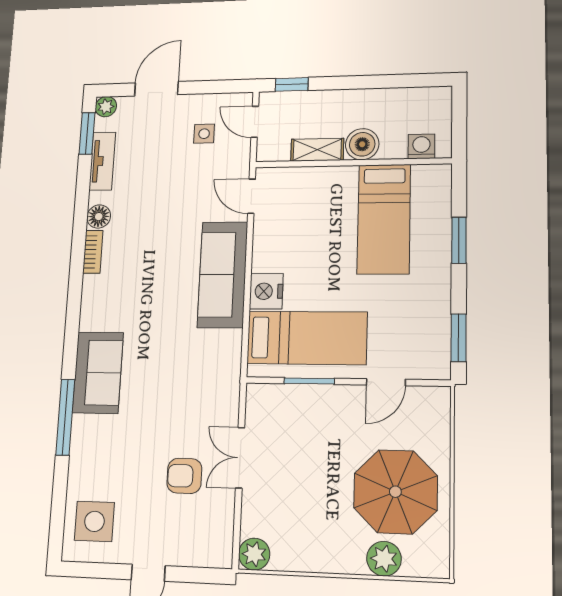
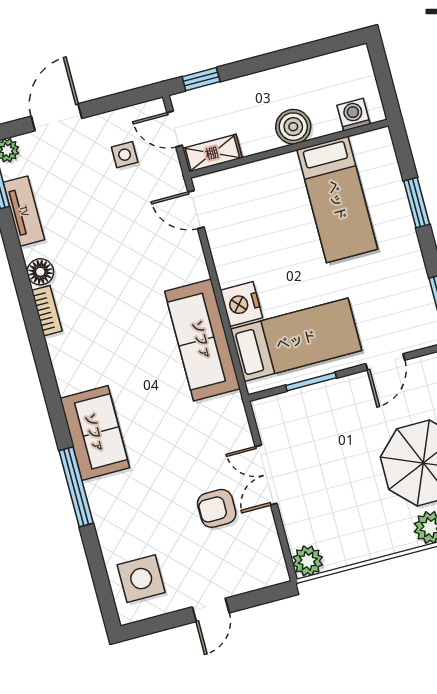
shelving: (317, 150) -> (212, 153), moved
sofa: (223, 275) -> (202, 340), moved

